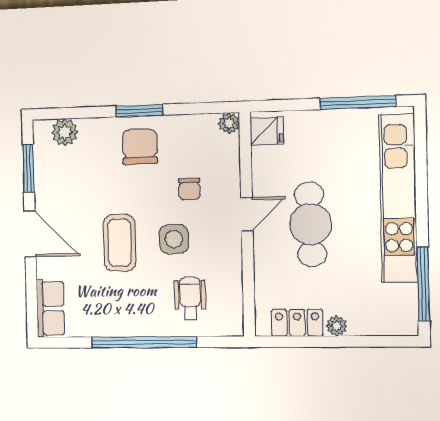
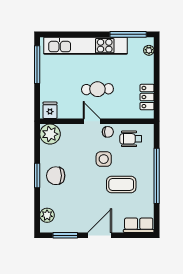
plant: (229, 123) -> (50, 134), width x1.88, depth x1.88
chair: (189, 189) -> (108, 132), moved
cafe table: (311, 224) -> (97, 89), width x0.73, depth x0.74
coffee table: (120, 243) -> (121, 185), moved
wheelchair: (190, 298) -> (131, 139), moved
plant: (337, 326) -> (149, 50), moved

